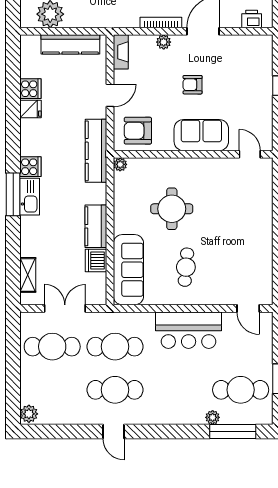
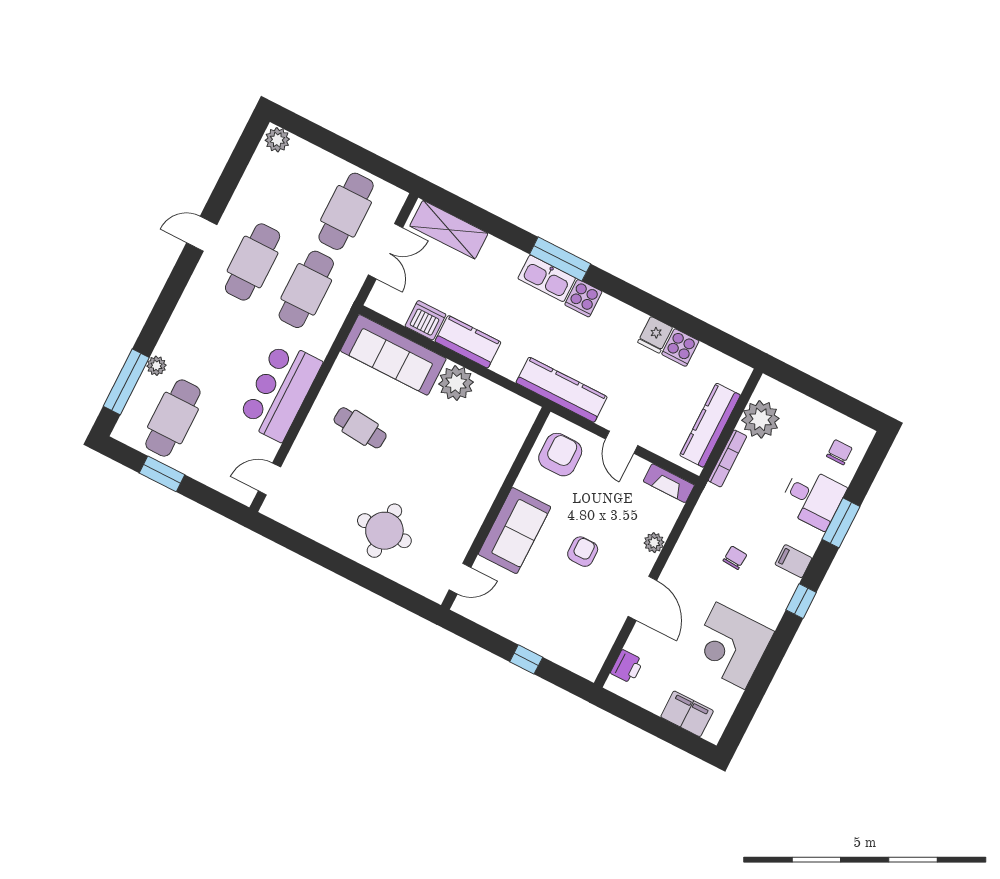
bookcase: (161, 22) -> (727, 458), moved
plant: (120, 164) -> (456, 383), moved, width x1.88, depth x1.88
round table: (172, 209) -> (384, 531), moved
shelving: (28, 275) -> (449, 230), width x1.50, depth x1.33

